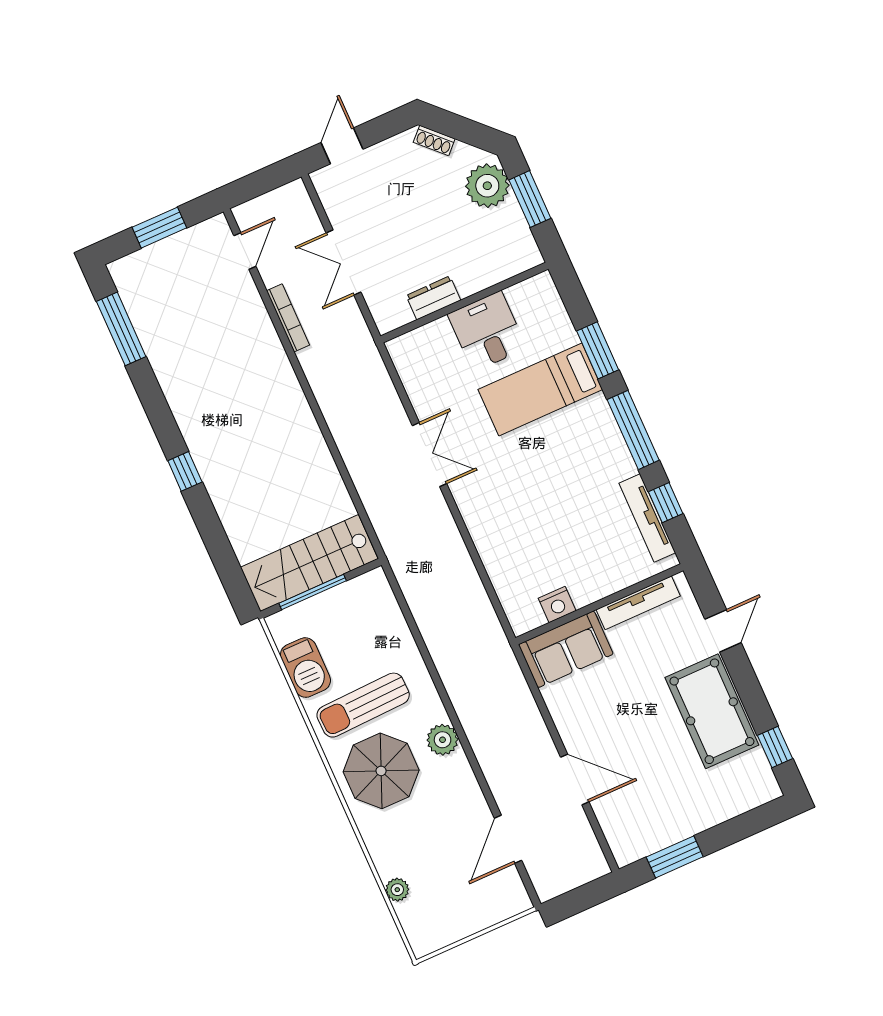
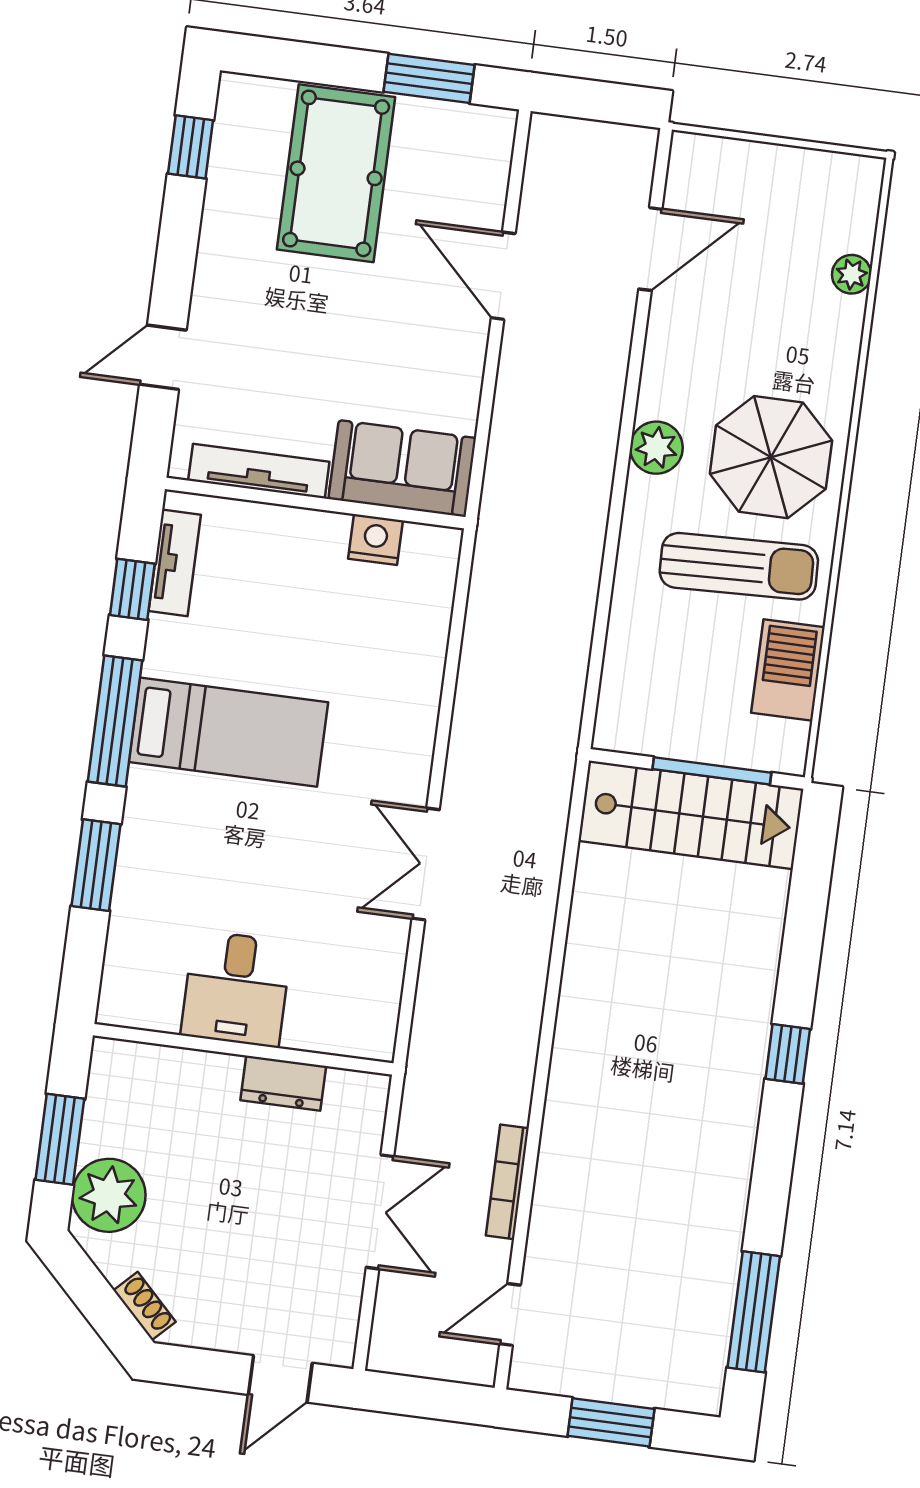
bed: (540, 390) -> (228, 732), moved
tv unit: (647, 518) -> (175, 563), width x0.71
pool table: (712, 711) -> (336, 173), moved

